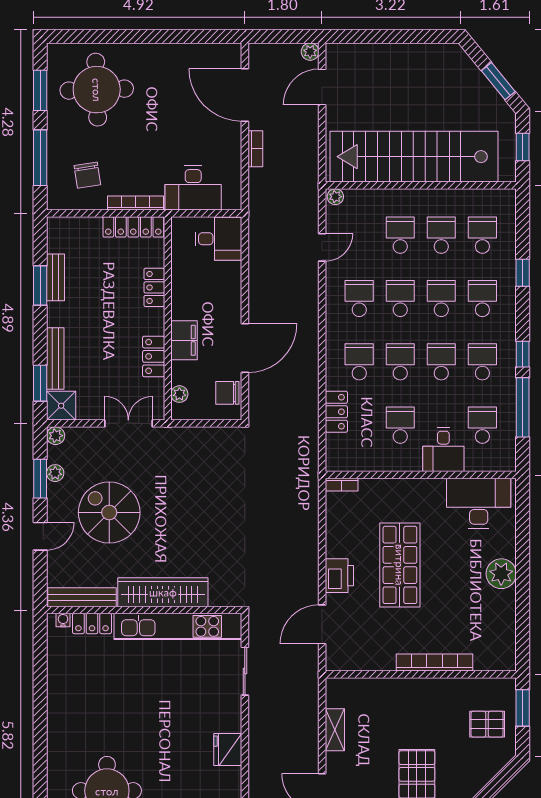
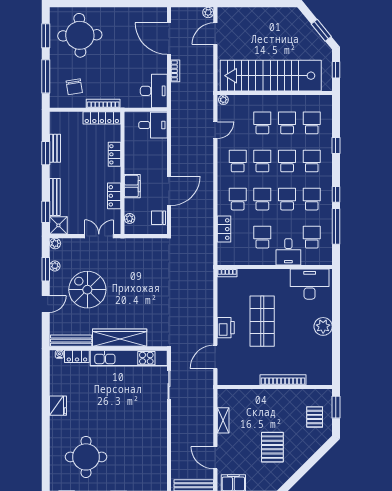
desk: (193, 188) -> (154, 91), moved, turned -90
pallet: (487, 724) -> (315, 417), turned 90
fridge: (228, 750) -> (58, 406), moved, turned 180

